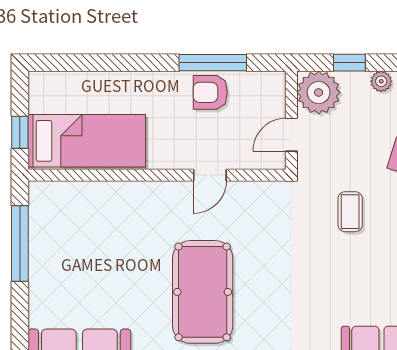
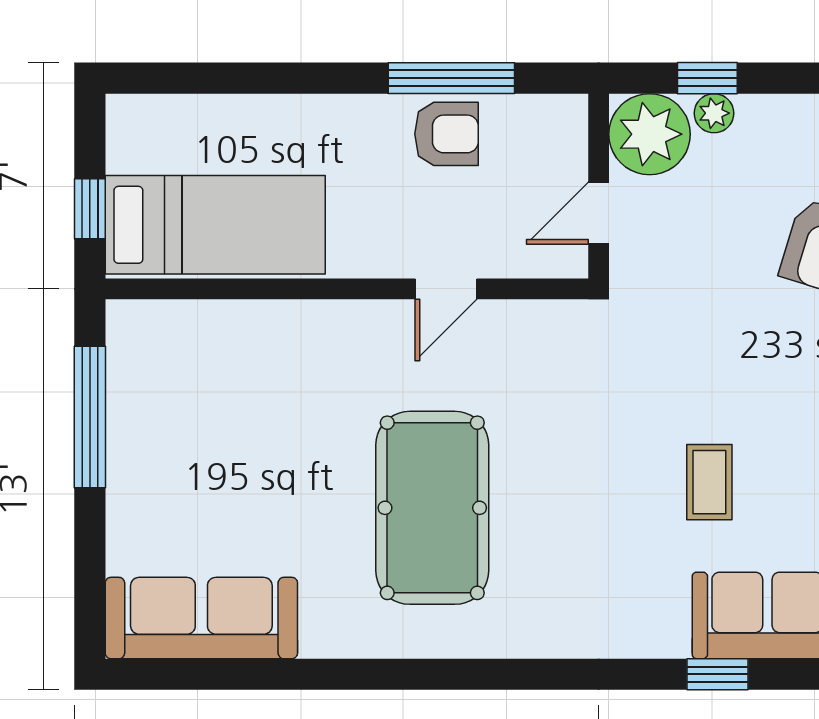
plant: (381, 81) -> (714, 113), moved
armchair: (210, 92) -> (447, 134), turned 180
coffee table: (350, 212) -> (709, 482), moved

